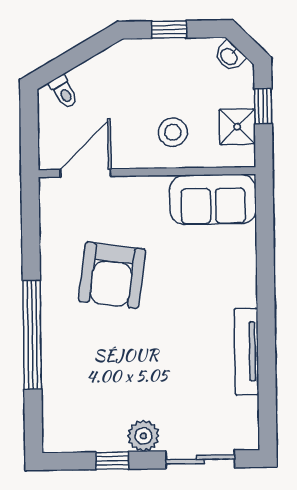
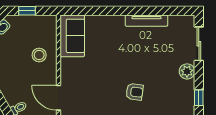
shower: (237, 127) -> (37, 23), removed
armchair: (112, 275) -> (135, 92), moved, width x0.53, depth x0.53
window: (112, 461) -> (199, 98), moved

